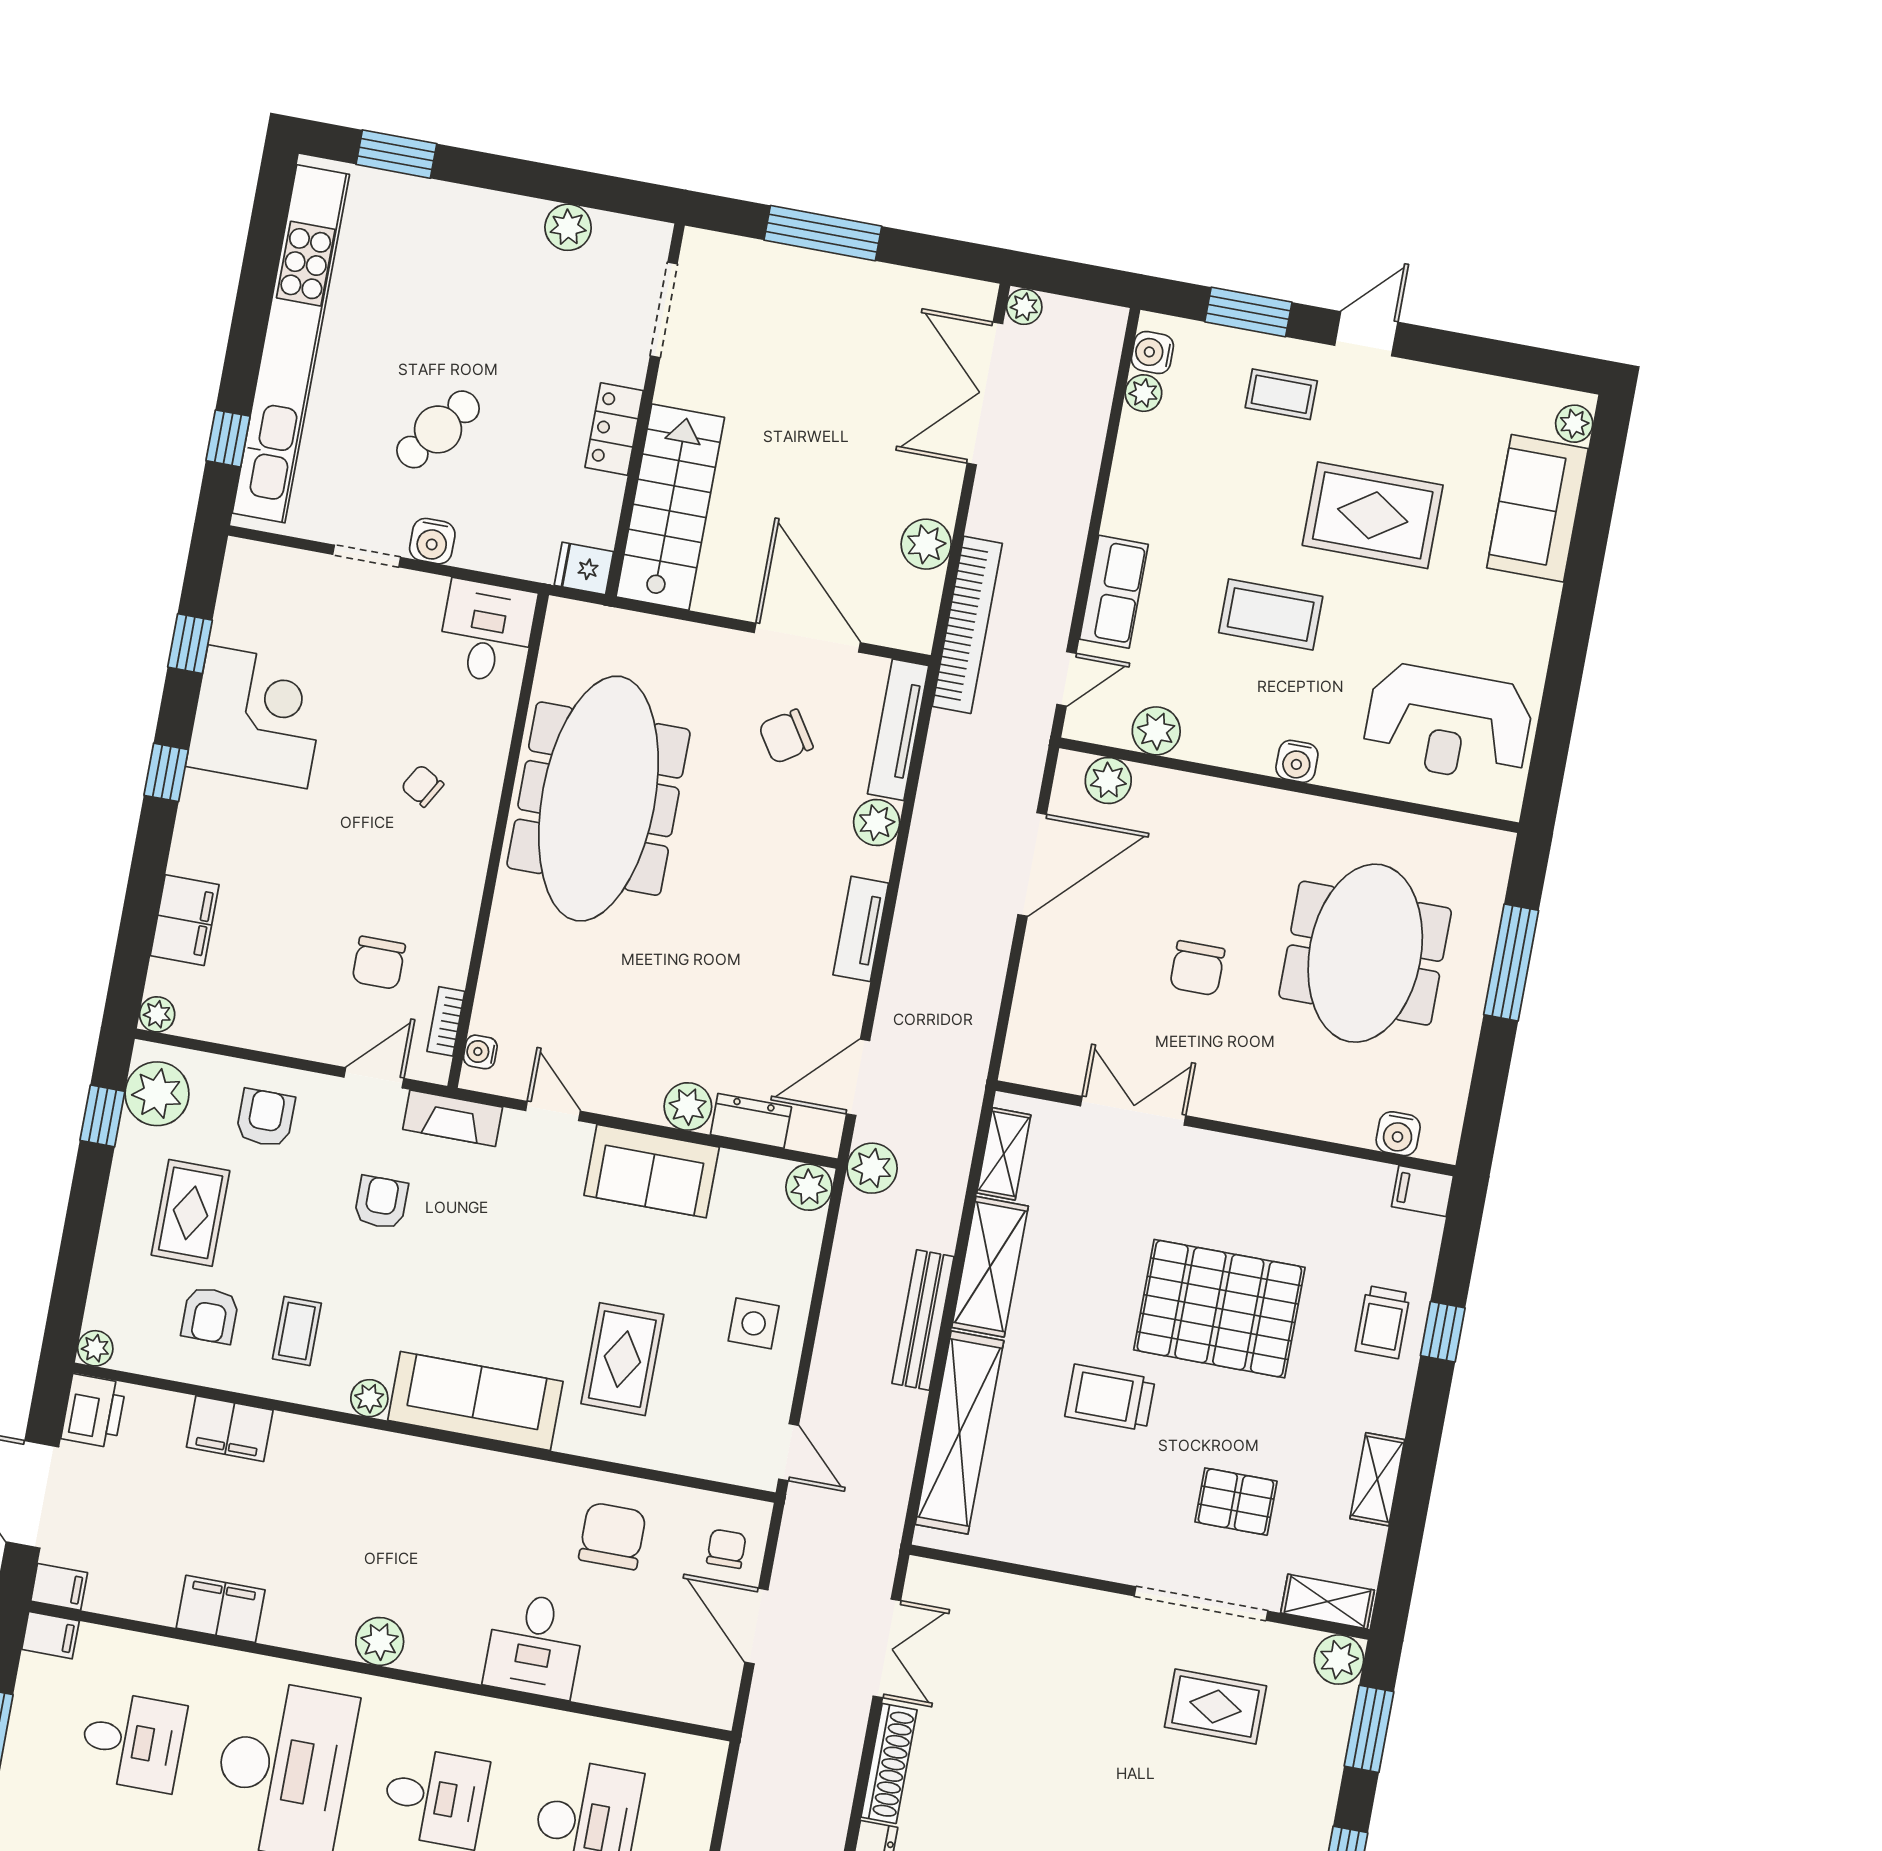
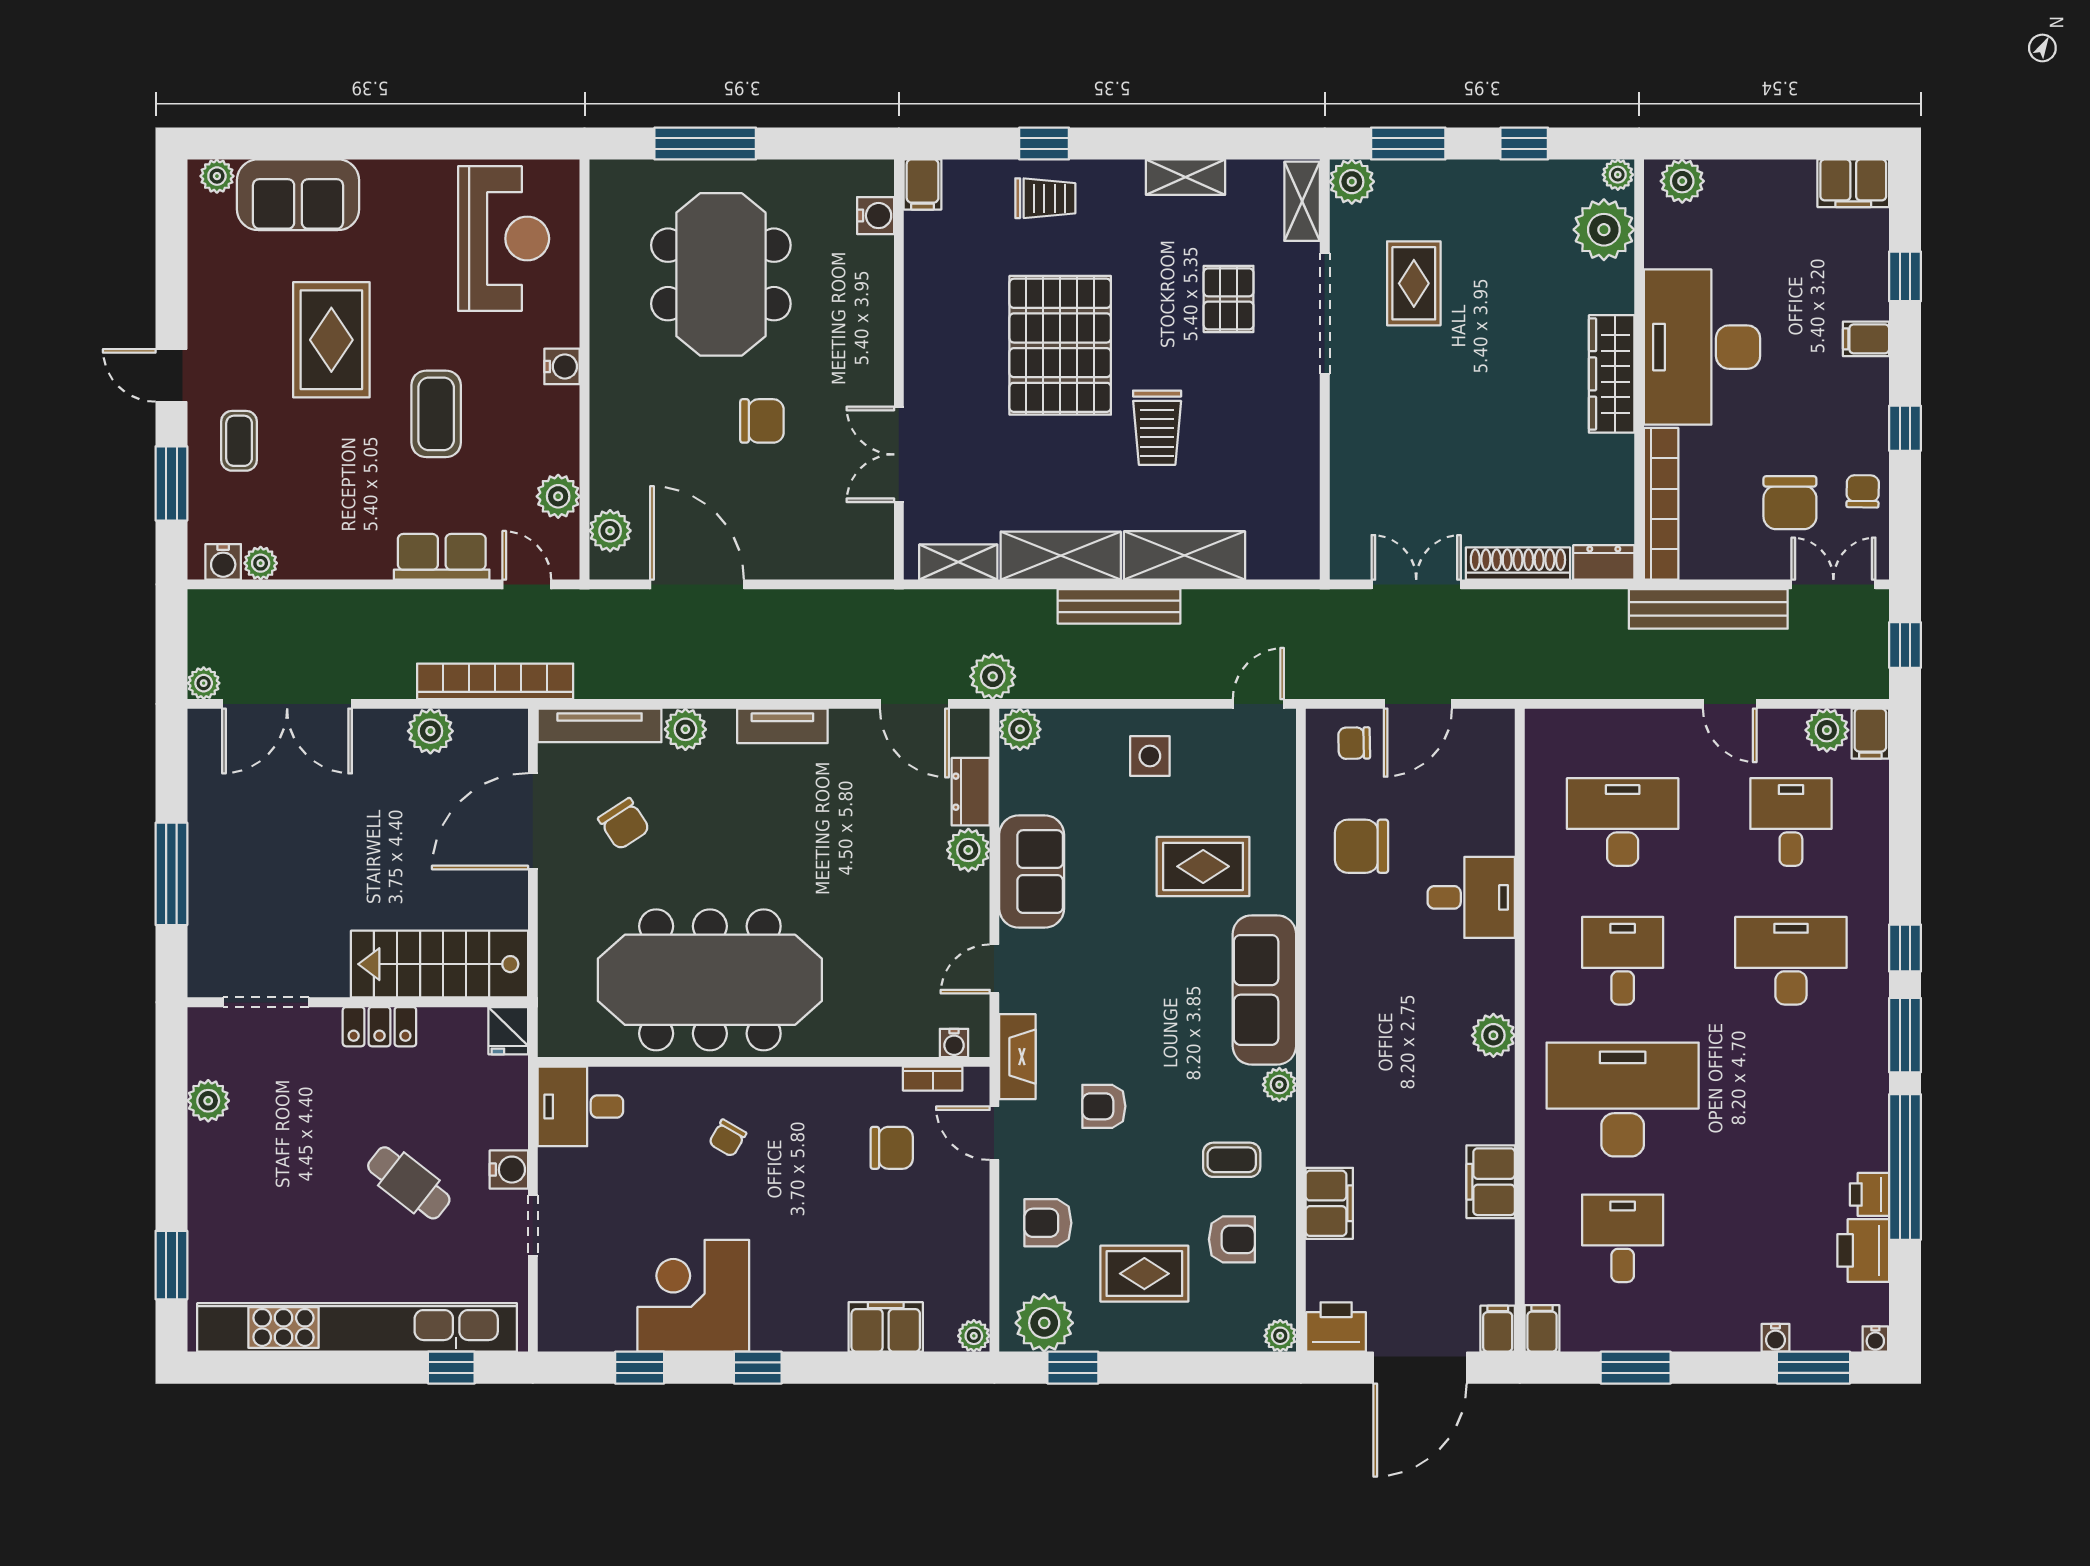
meeting table: (1365, 953) -> (721, 274), turned 90
shelving: (960, 1432) -> (1184, 555), width x0.68

